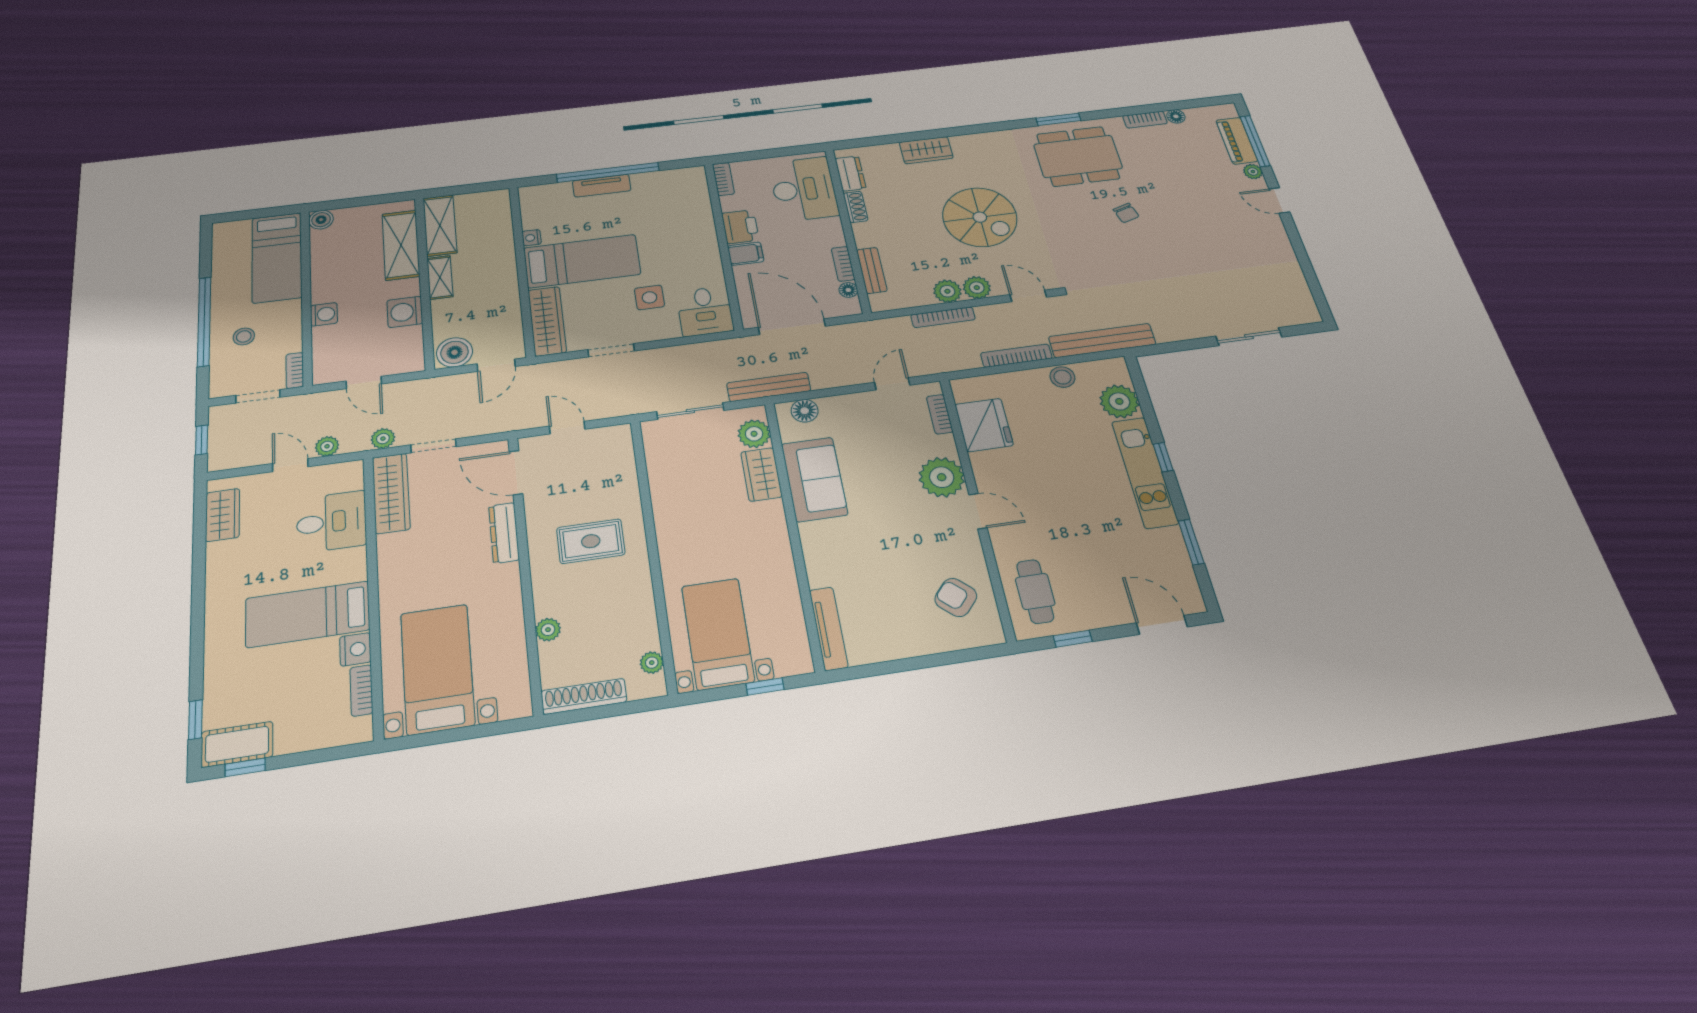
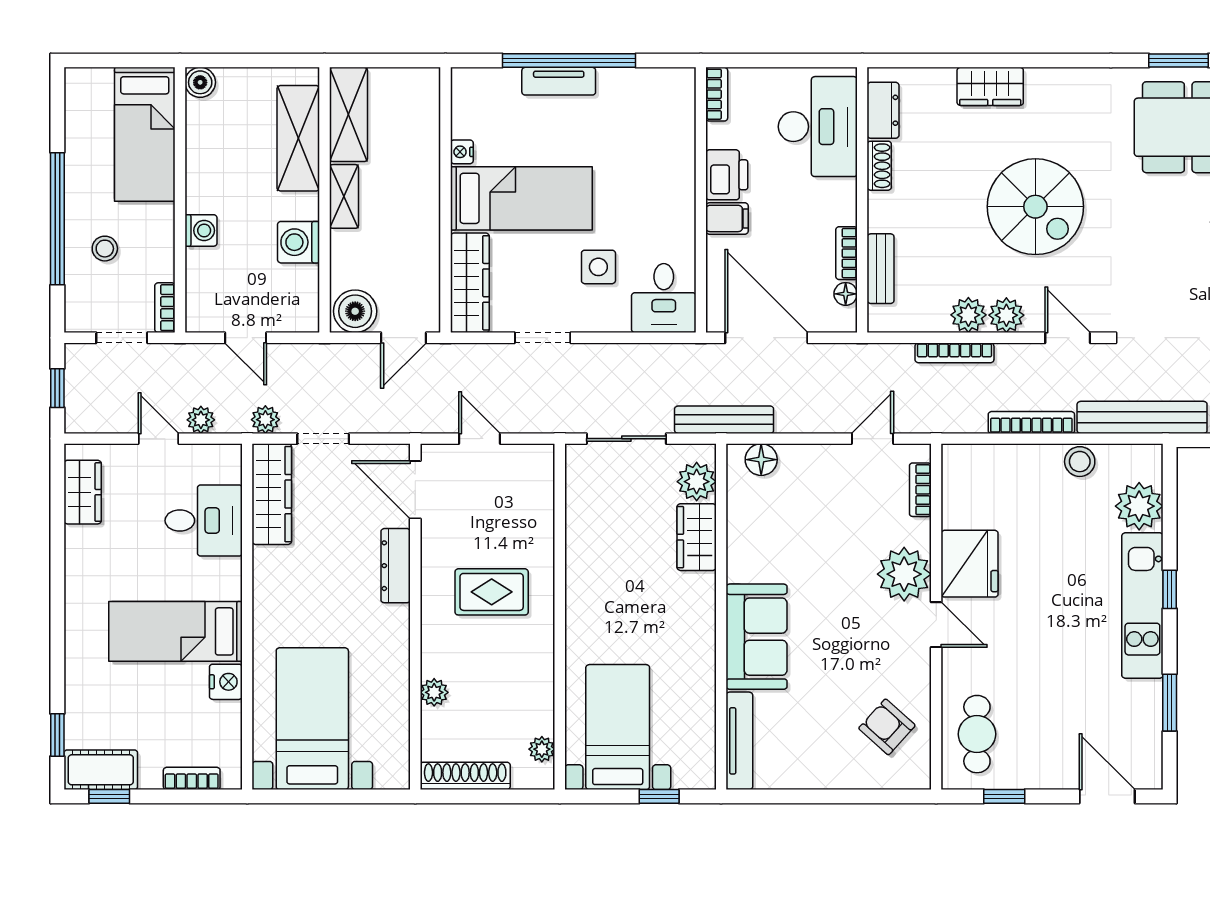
fridge: (984, 425) -> (970, 564), moved
sofa: (814, 479) -> (757, 637), moved
bookcase: (361, 690) -> (192, 778), moved, turned 90

